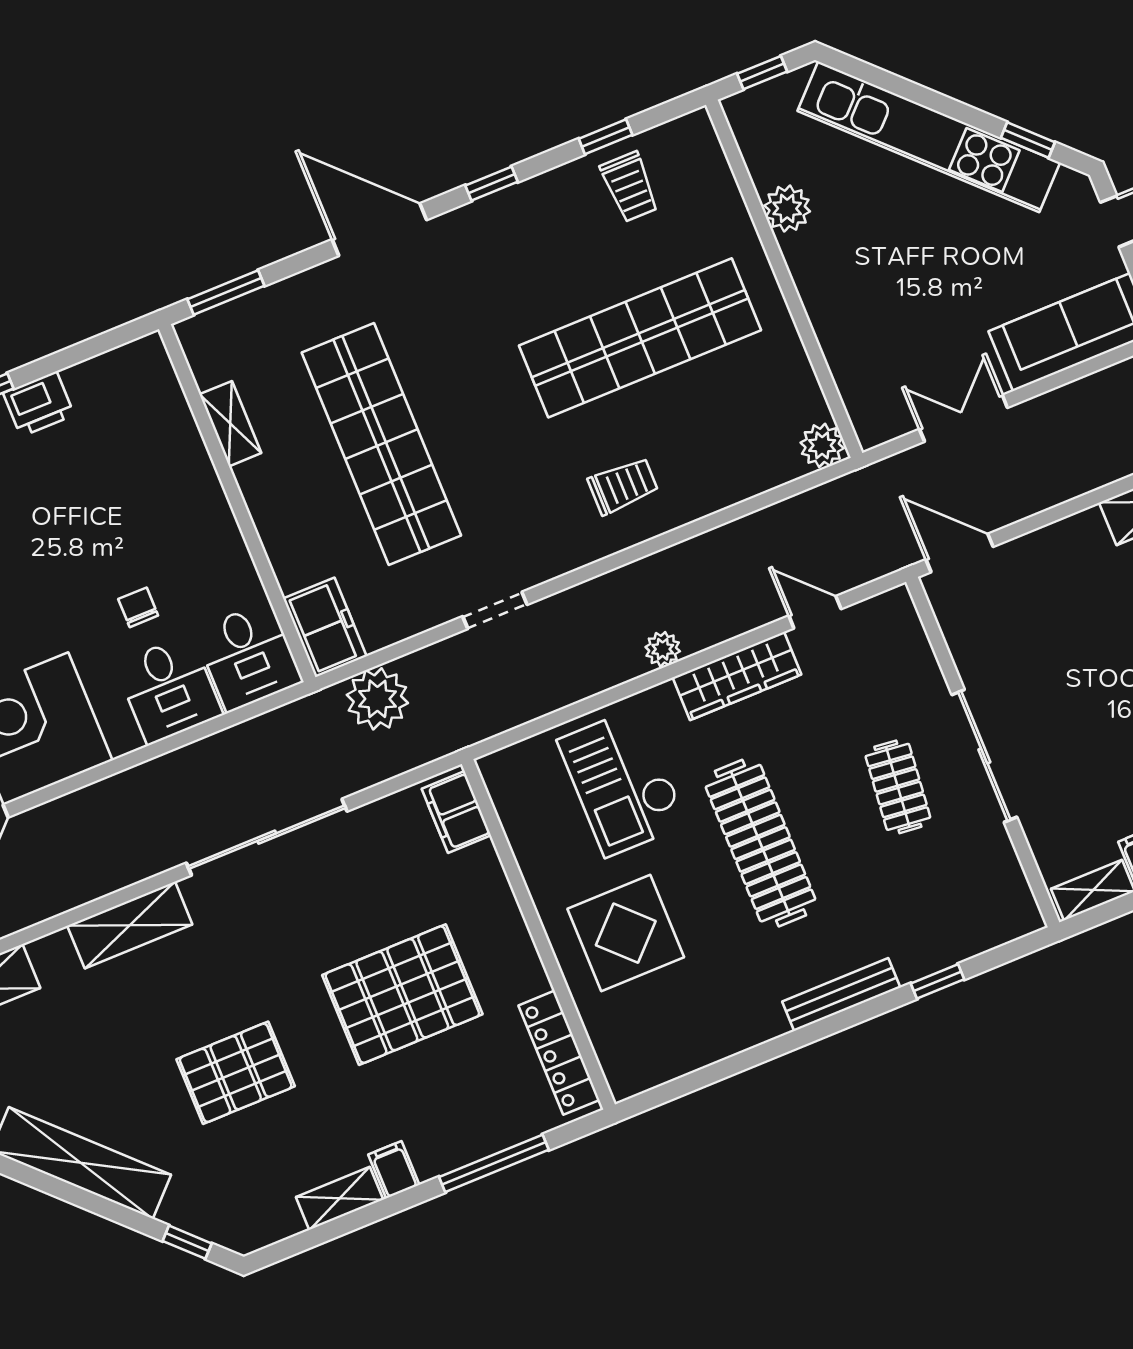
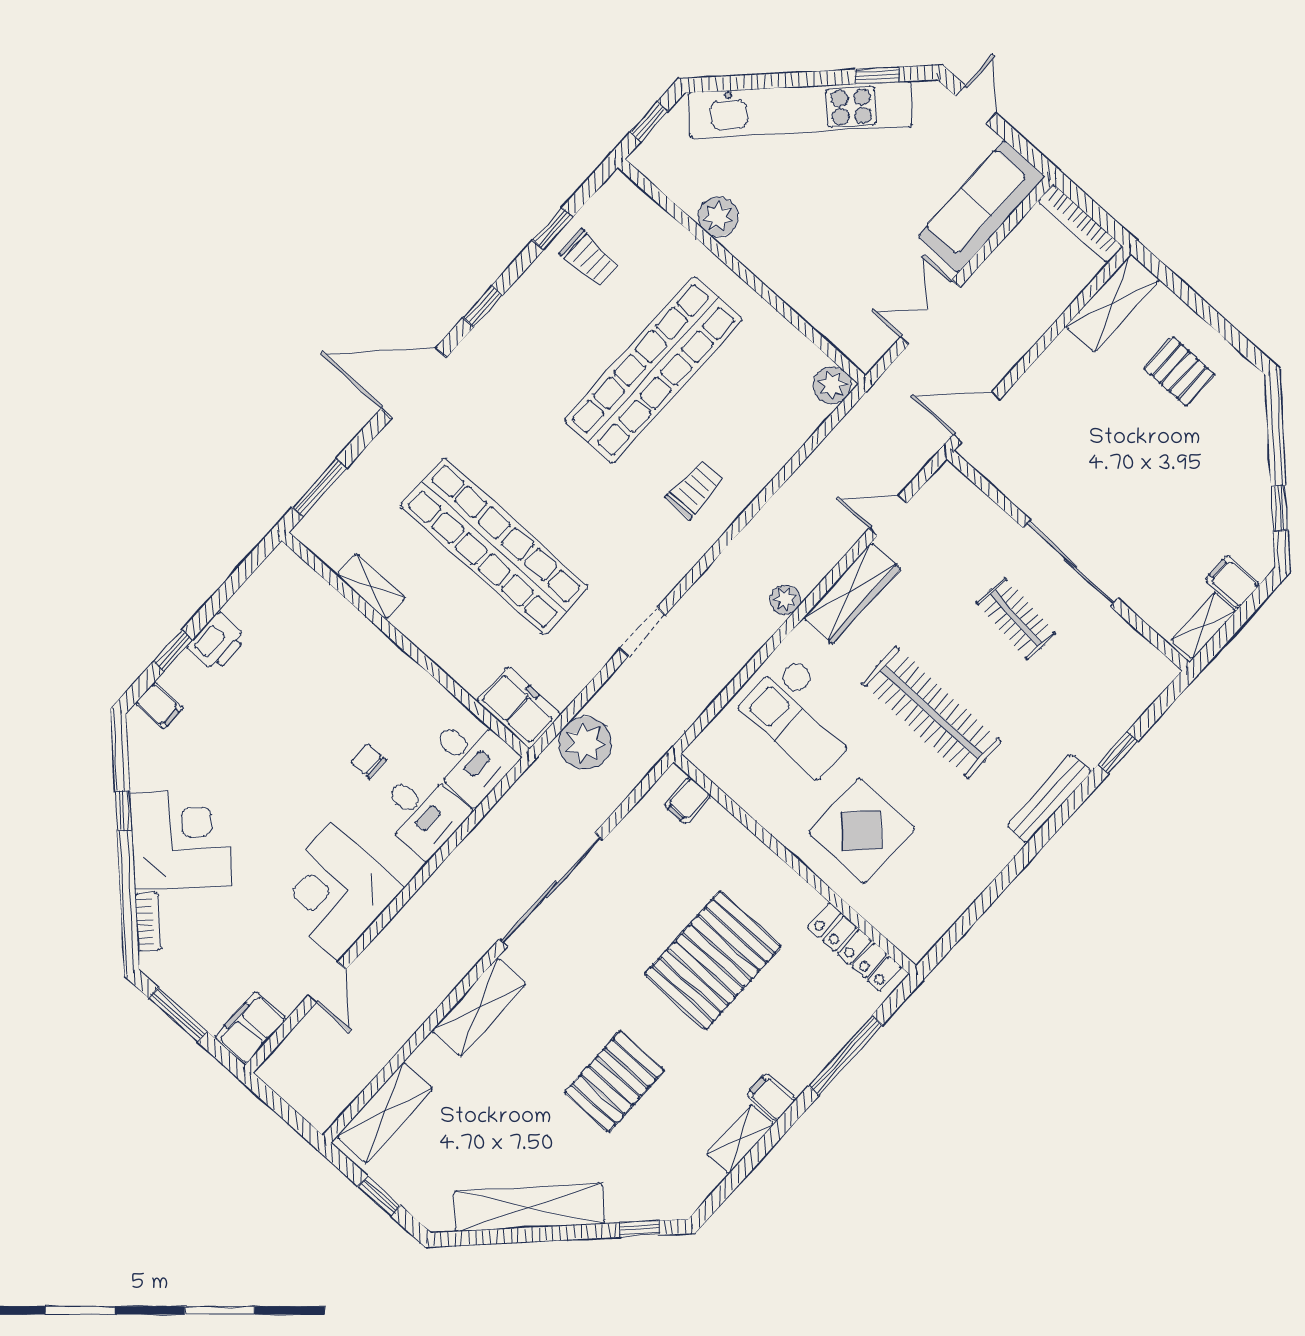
filing cabinet: (456, 812) -> (687, 800), width x0.50

